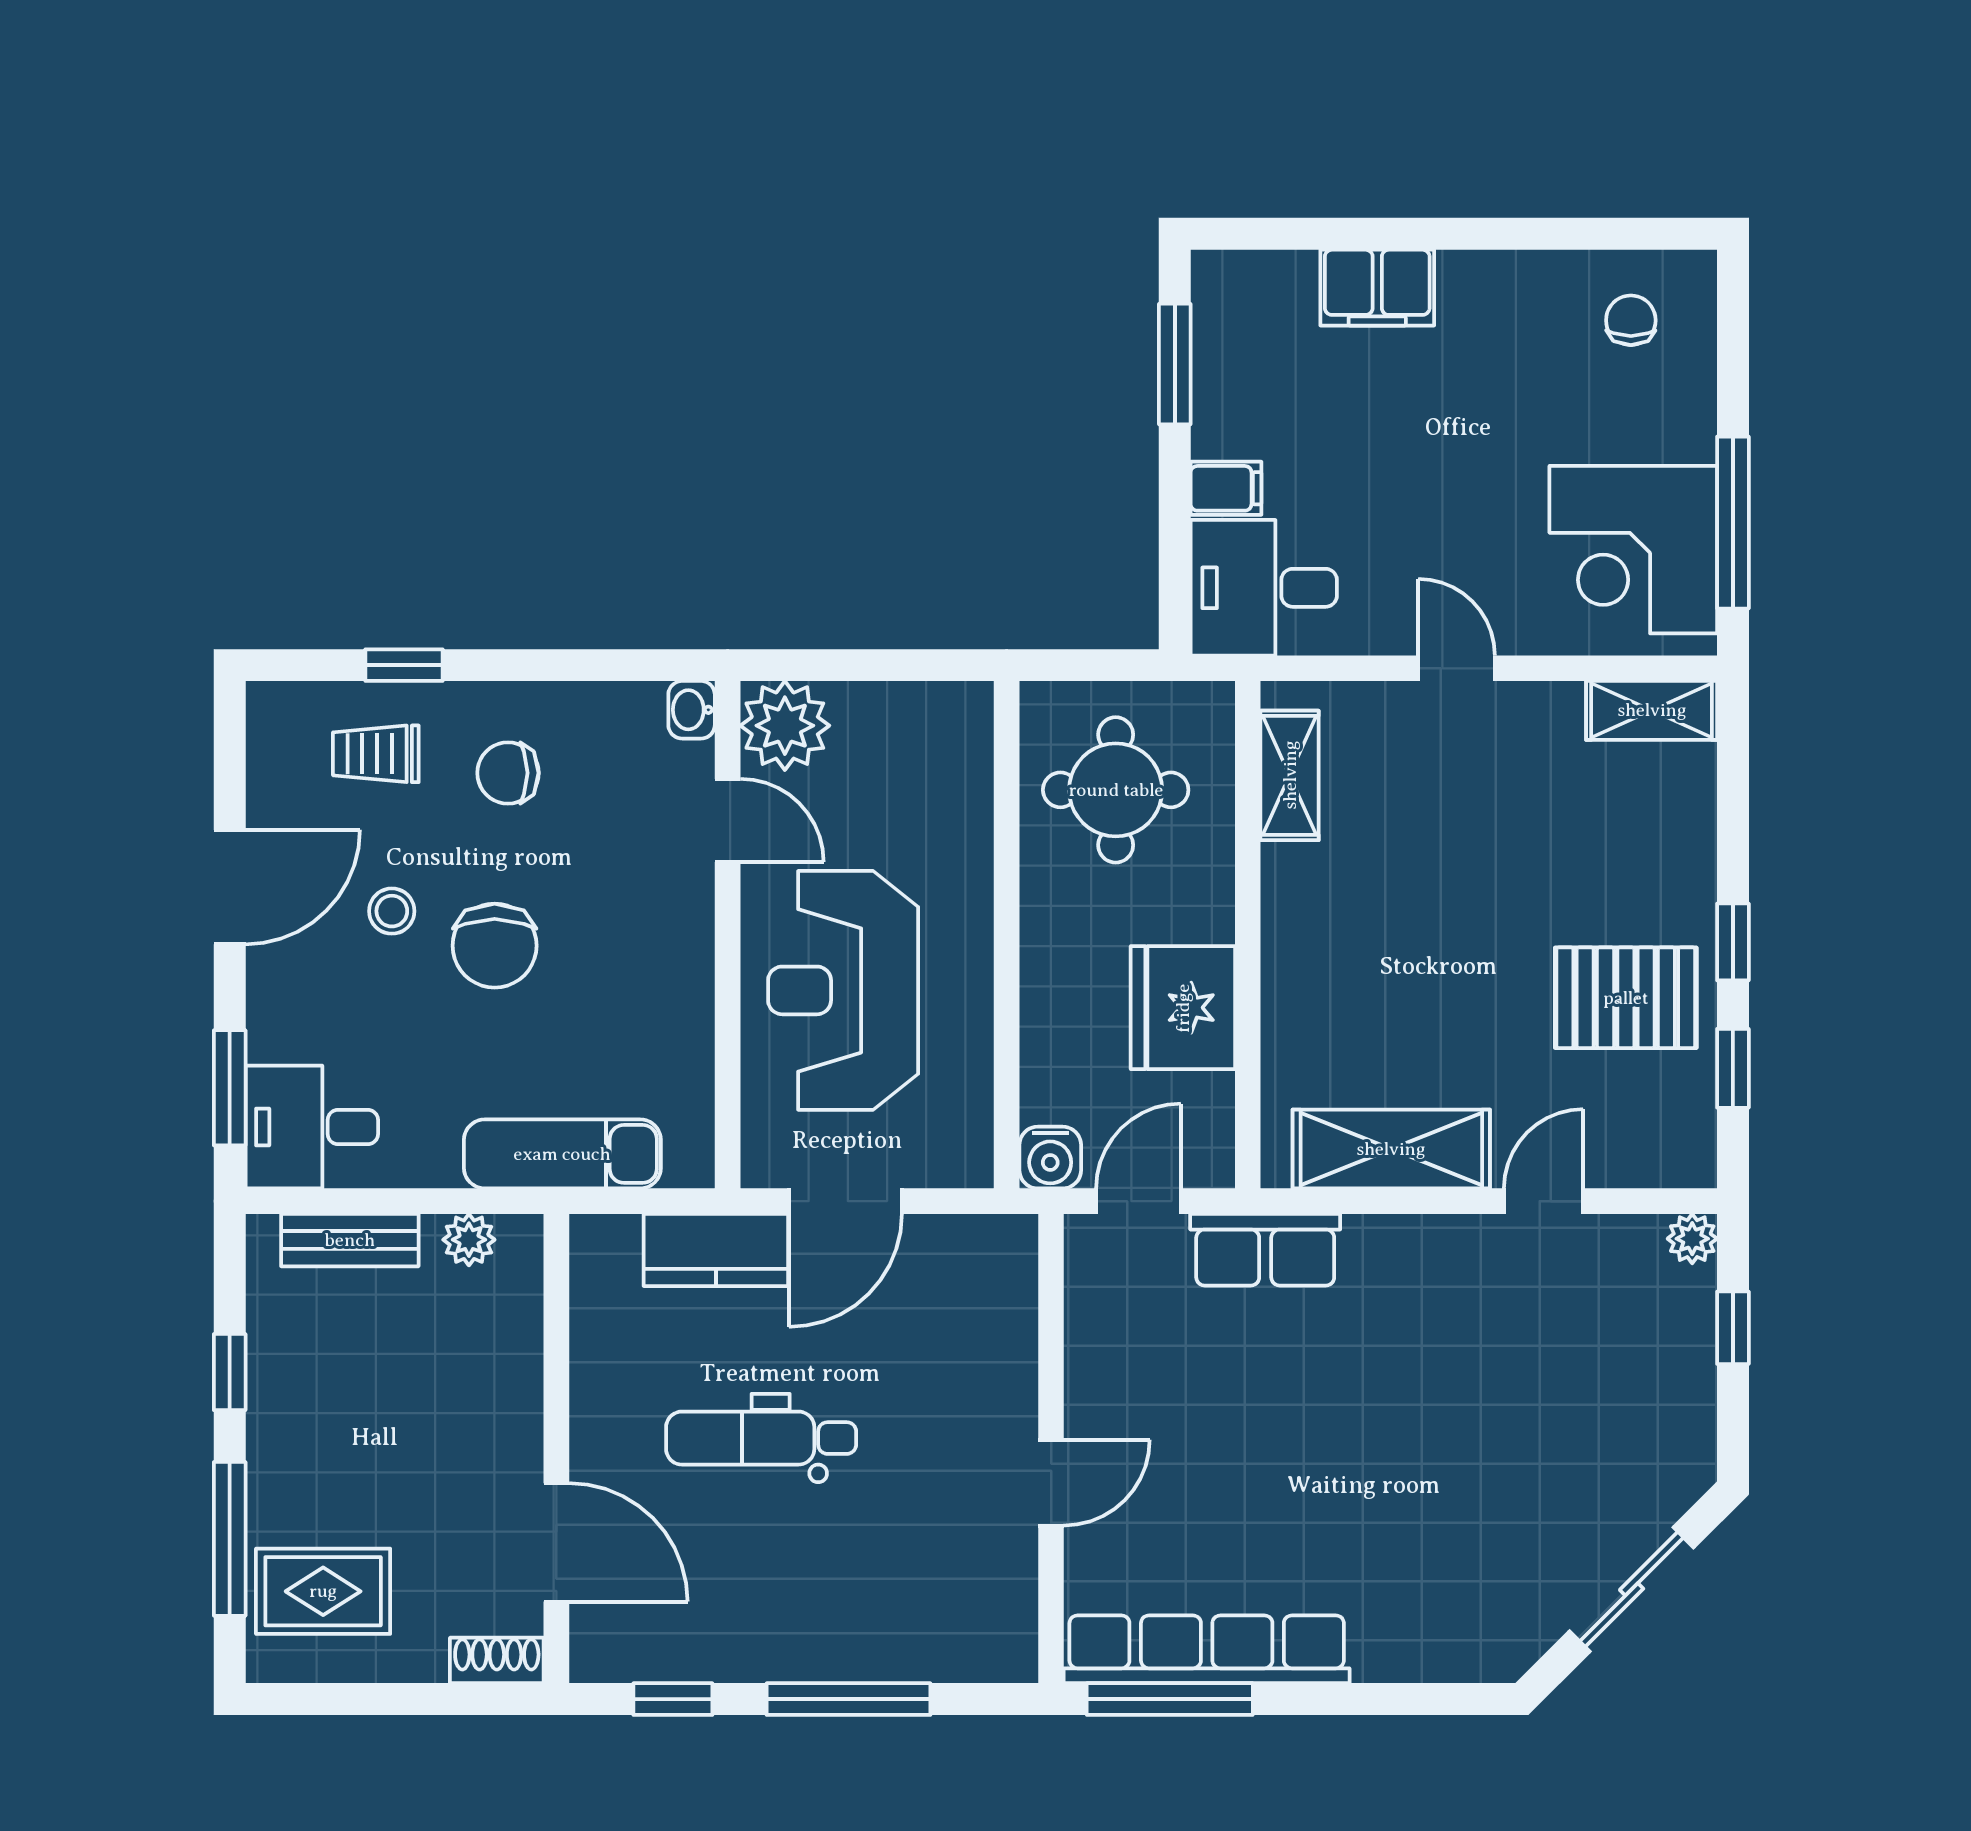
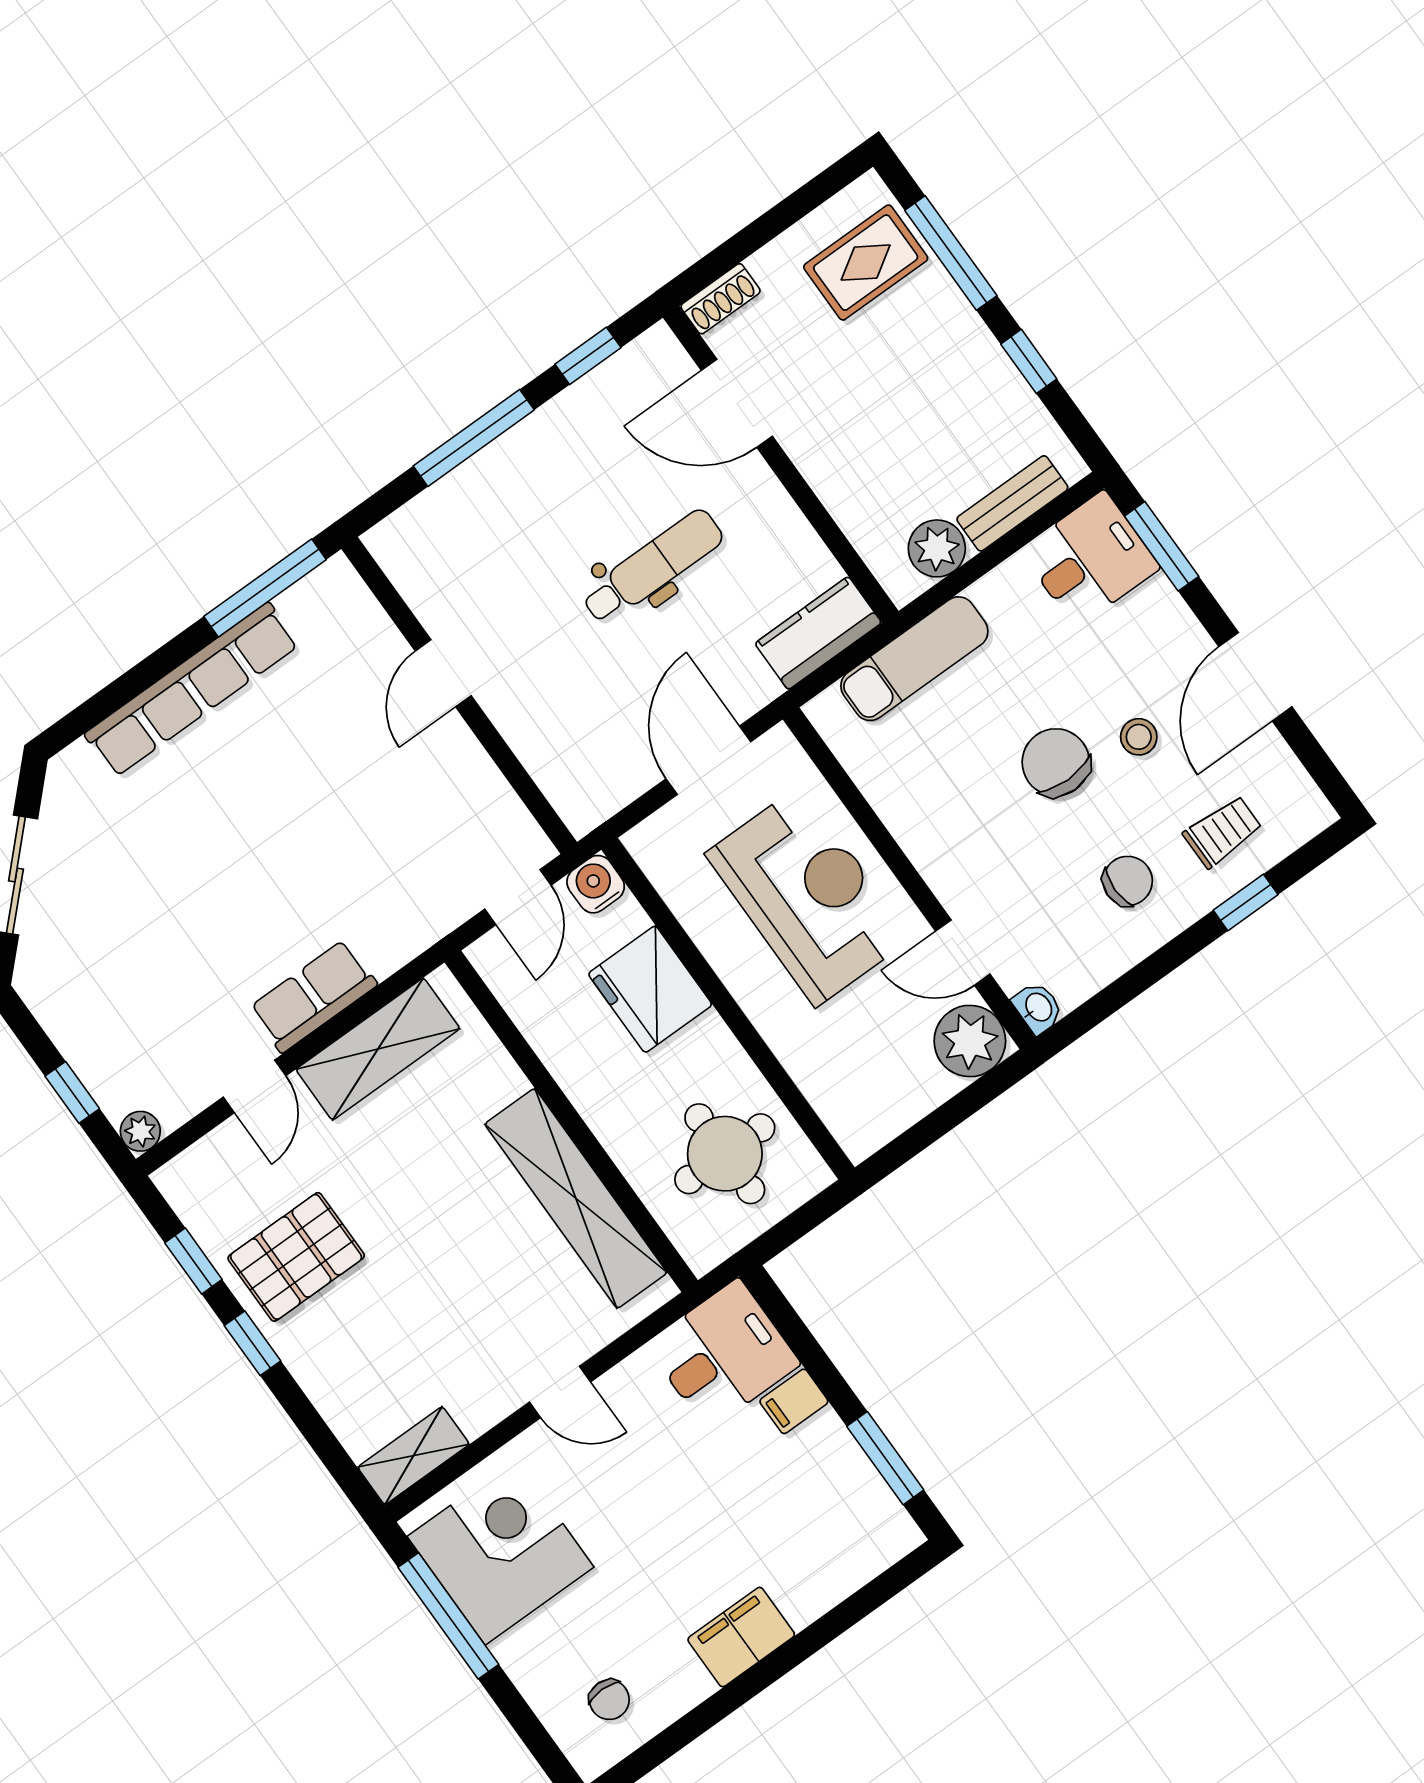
filing cabinet: (1377, 288) -> (741, 1637), moved
shelving: (1290, 775) -> (576, 1198), width x2.20, depth x1.33
fridge: (1183, 1008) -> (650, 989), moved, turned 180
plant: (469, 1240) -> (937, 548), width x1.38, depth x1.38
kitchen counter: (716, 1250) -> (818, 633), moved
row of seats: (1265, 1250) -> (313, 996), moved
row of seats: (1207, 1649) -> (192, 690), moved

